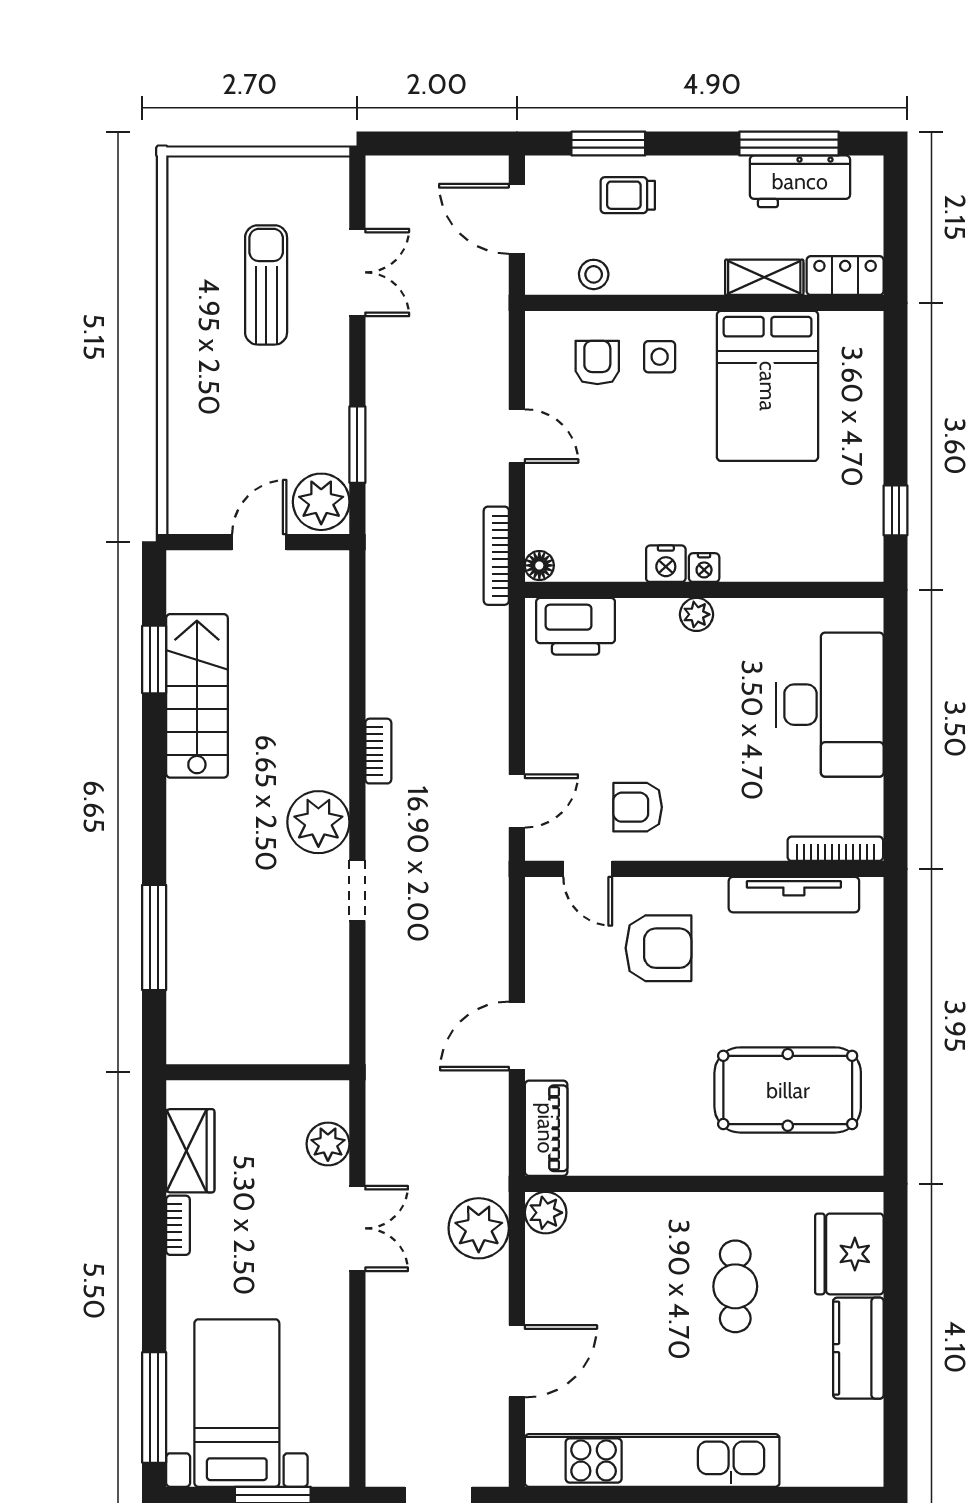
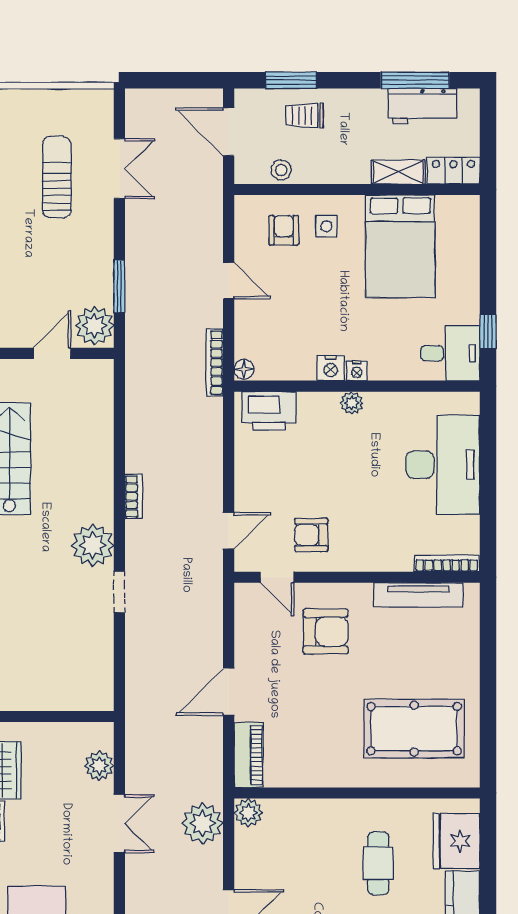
desk: (840, 542) -> (450, 353), added

